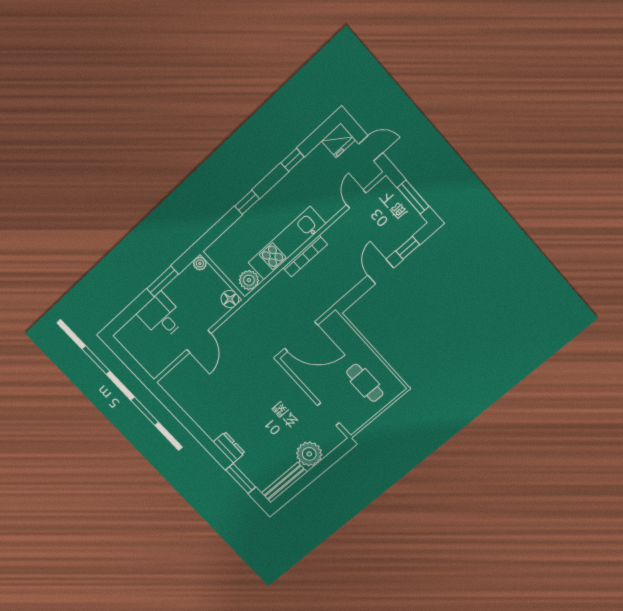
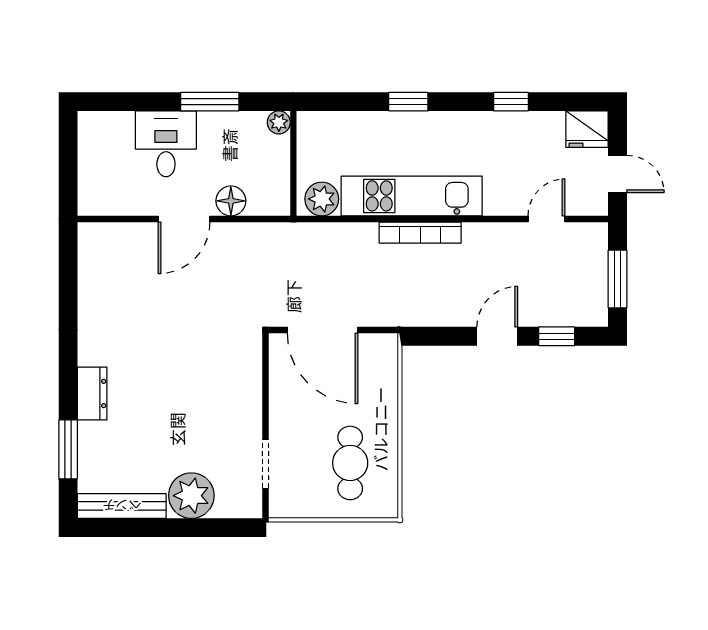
floor lamp: (230, 299) -> (231, 201), moved

